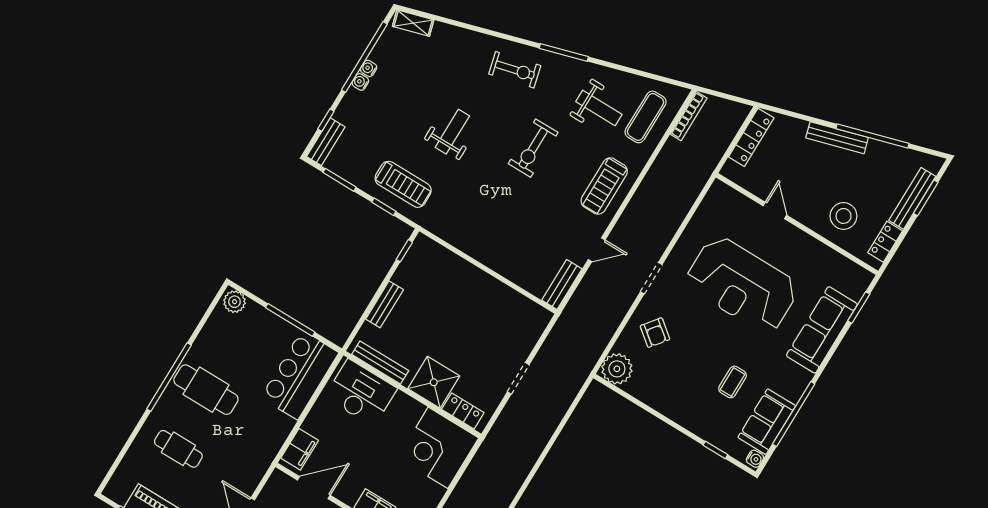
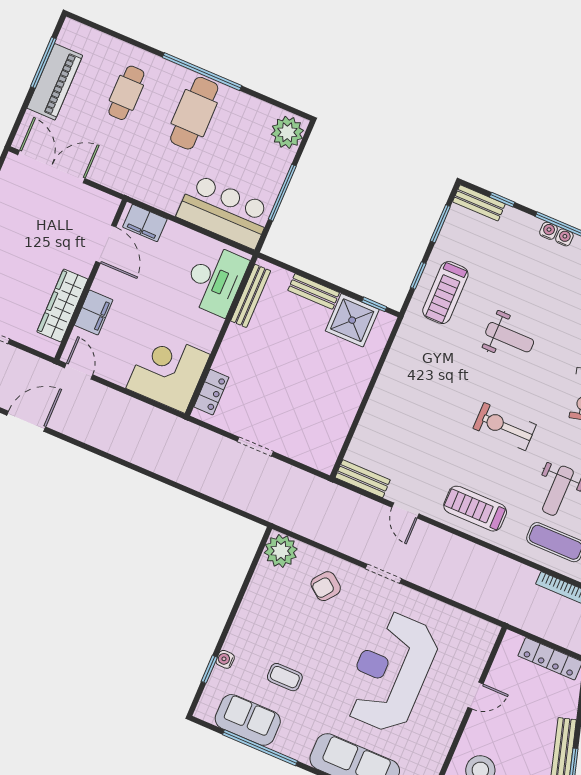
plant: (234, 302) -> (287, 132), width x1.36, depth x1.36
shower: (434, 382) -> (352, 320), moved
water cooler: (755, 459) -> (225, 659), moved, turned 90

